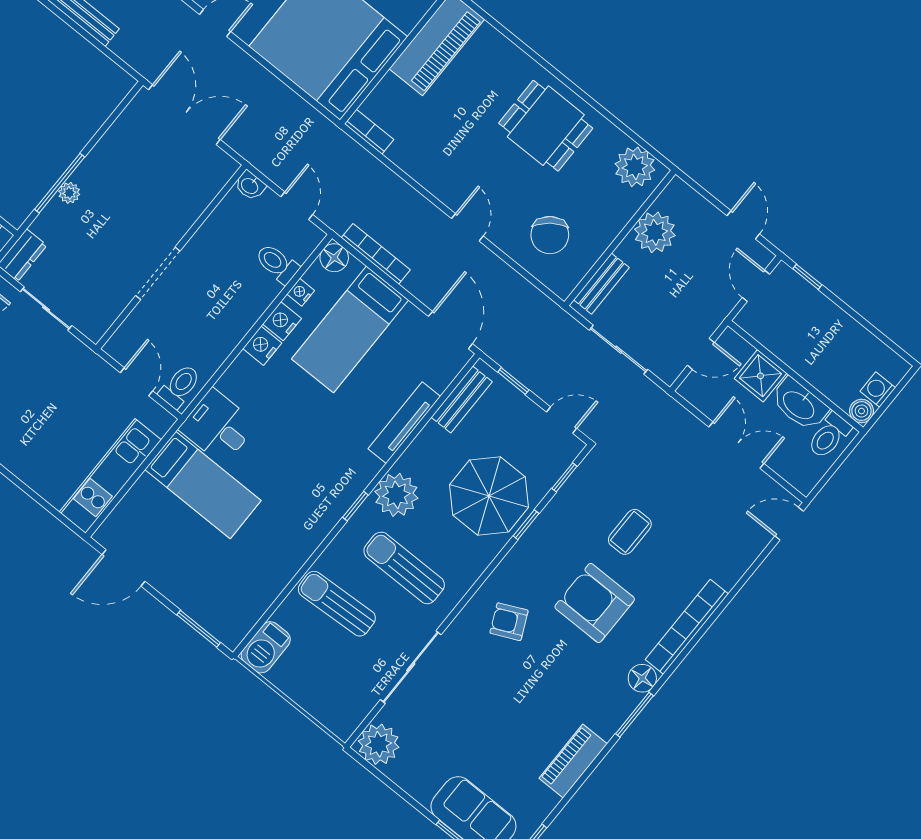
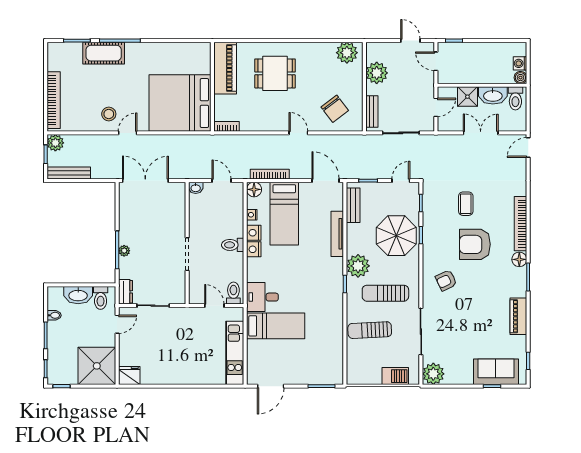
dining table: (546, 126) -> (275, 73), moved
toilet: (277, 264) -> (233, 245), moved
barbecue: (266, 647) -> (395, 376), moved, turned -90

